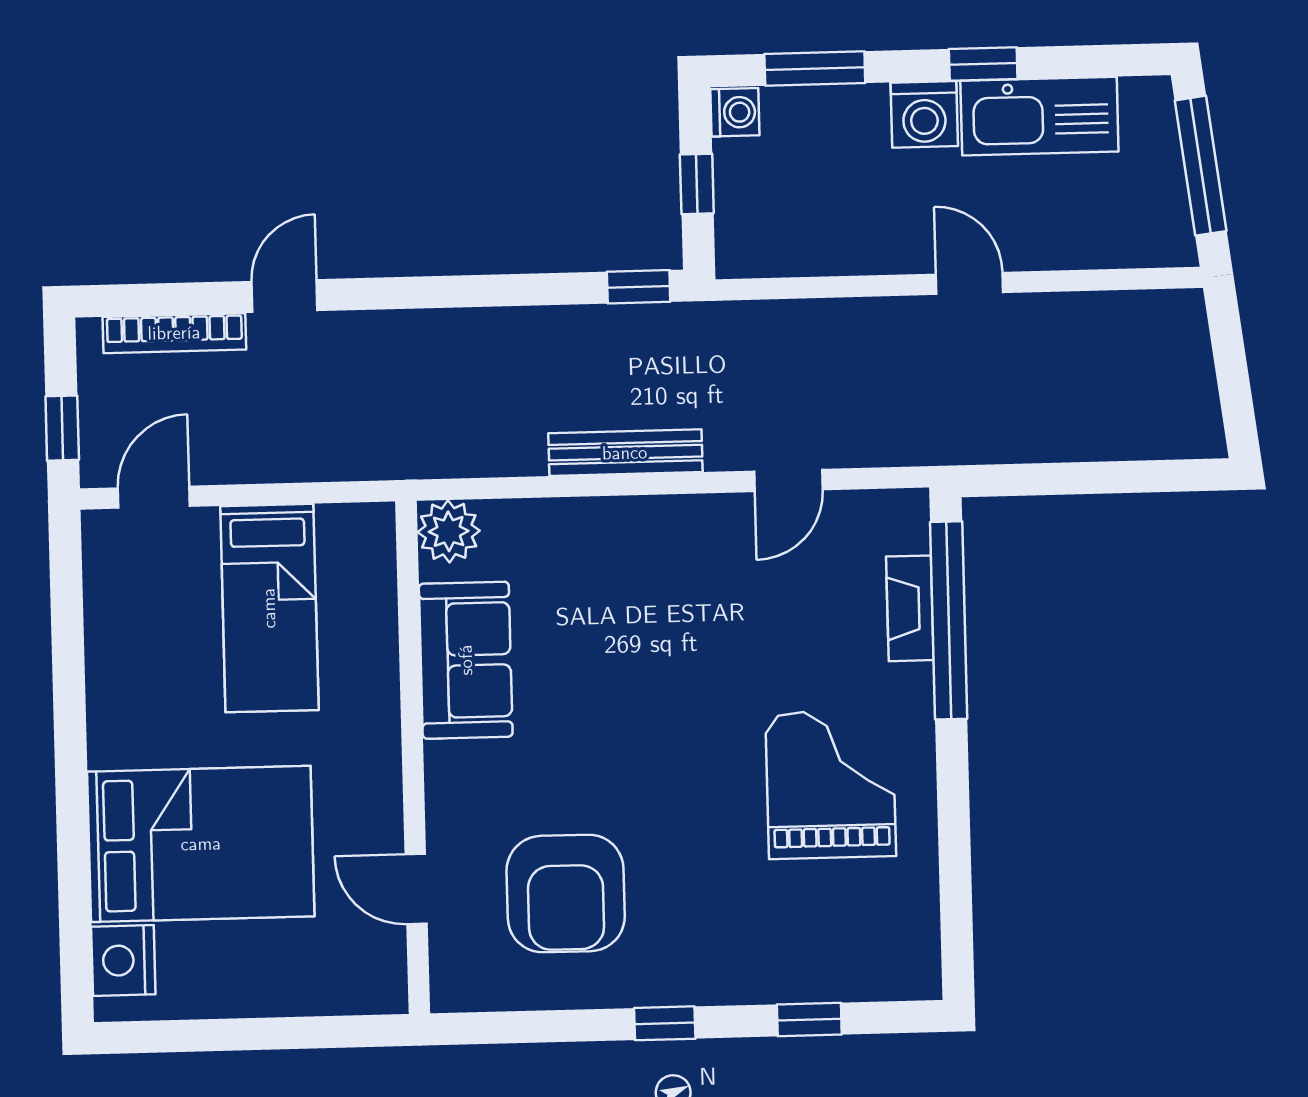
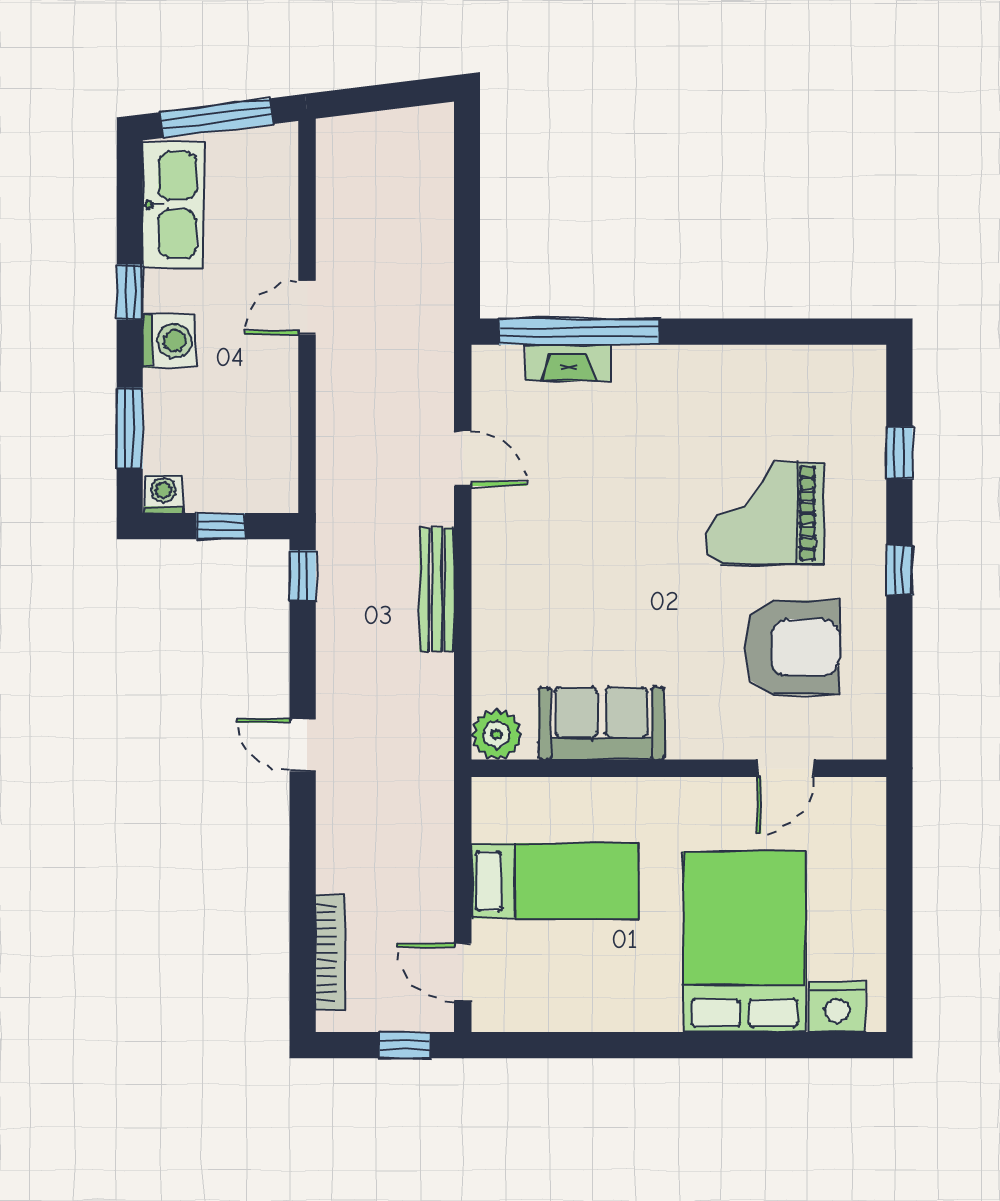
kitchen sink: (1039, 116) -> (173, 205), moved
door: (284, 296) -> (303, 745), moved
grand piano: (831, 785) -> (765, 513), moved

